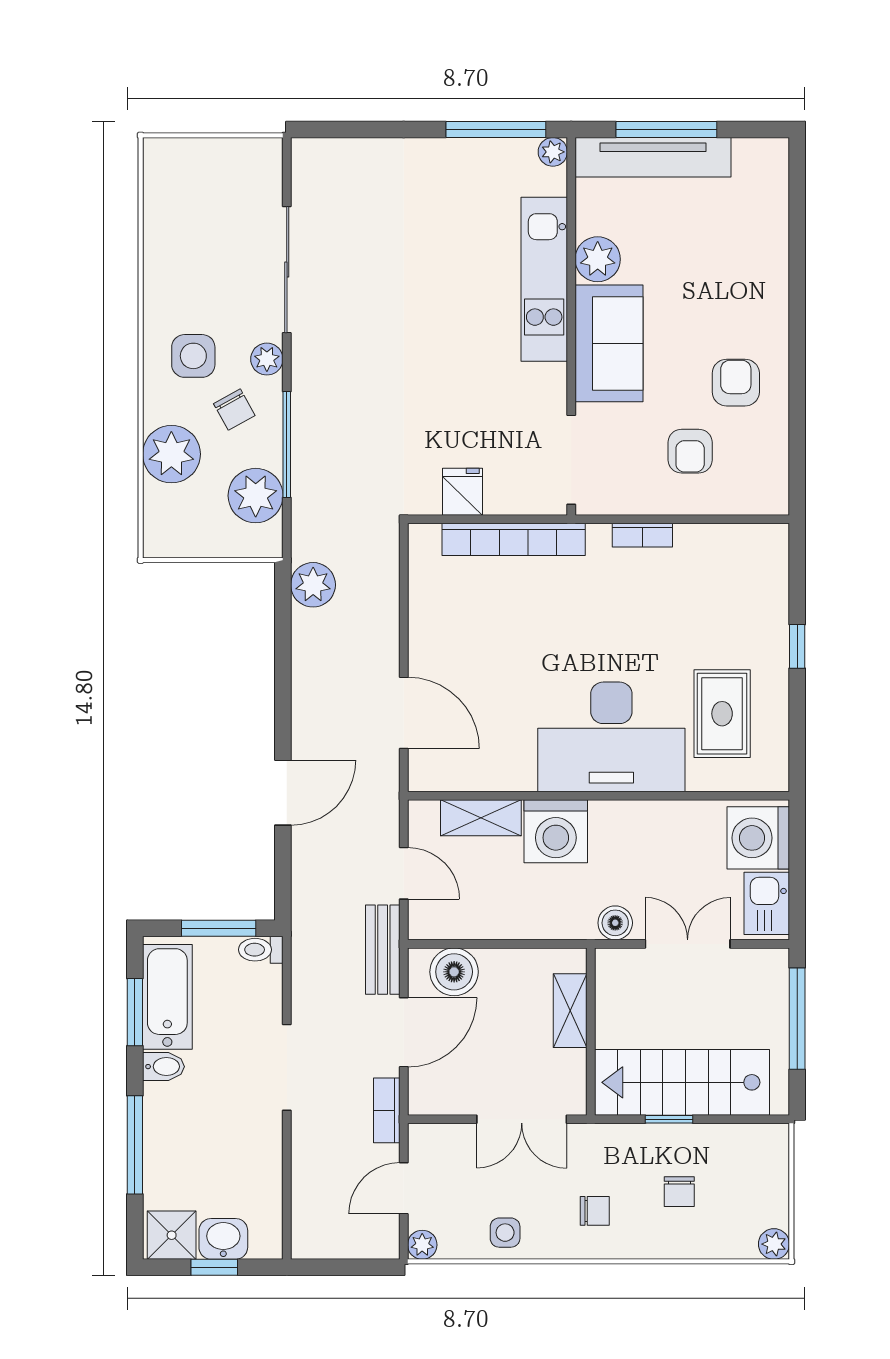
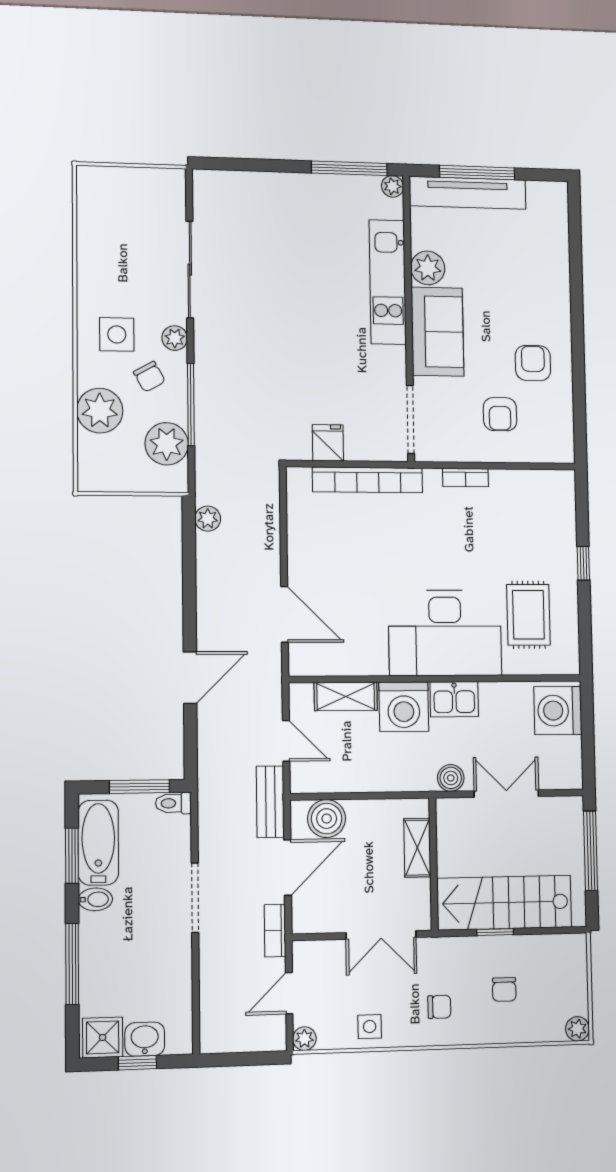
plant: (313, 585) -> (208, 519), width x0.73, depth x0.73
kitchen sink: (767, 903) -> (454, 699), moved, turned -90

